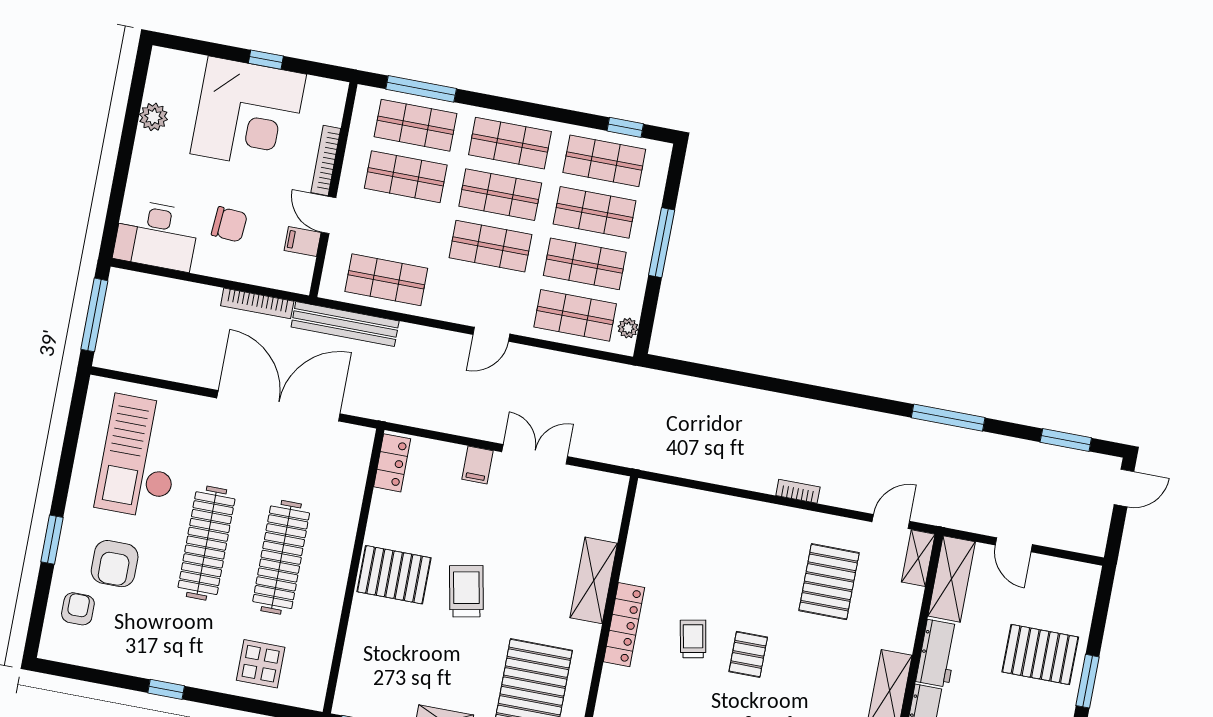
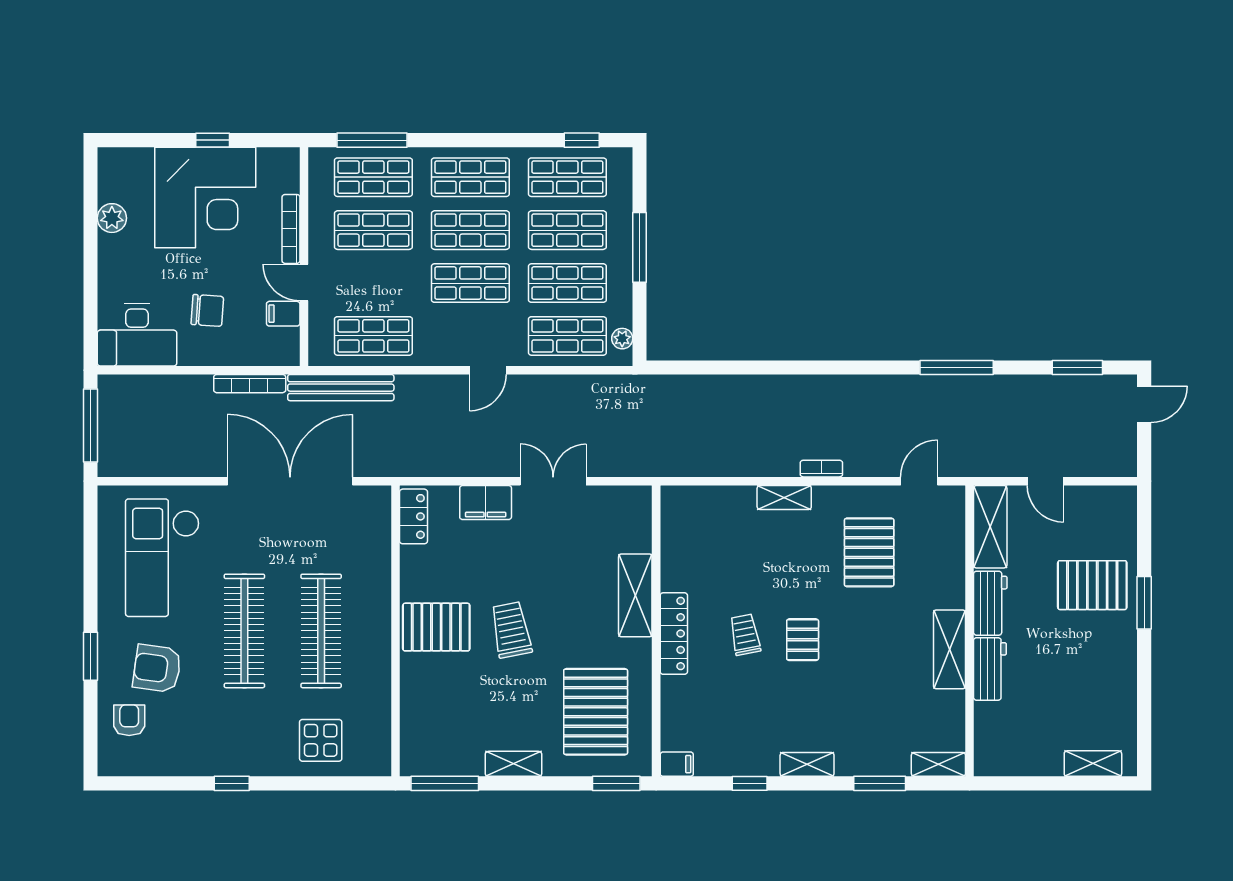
filing cabinet: (477, 465) -> (486, 503), width x2.00
shelving: (918, 558) -> (784, 497), moved, turned 90
armchair: (115, 564) -> (157, 668), turned 98

